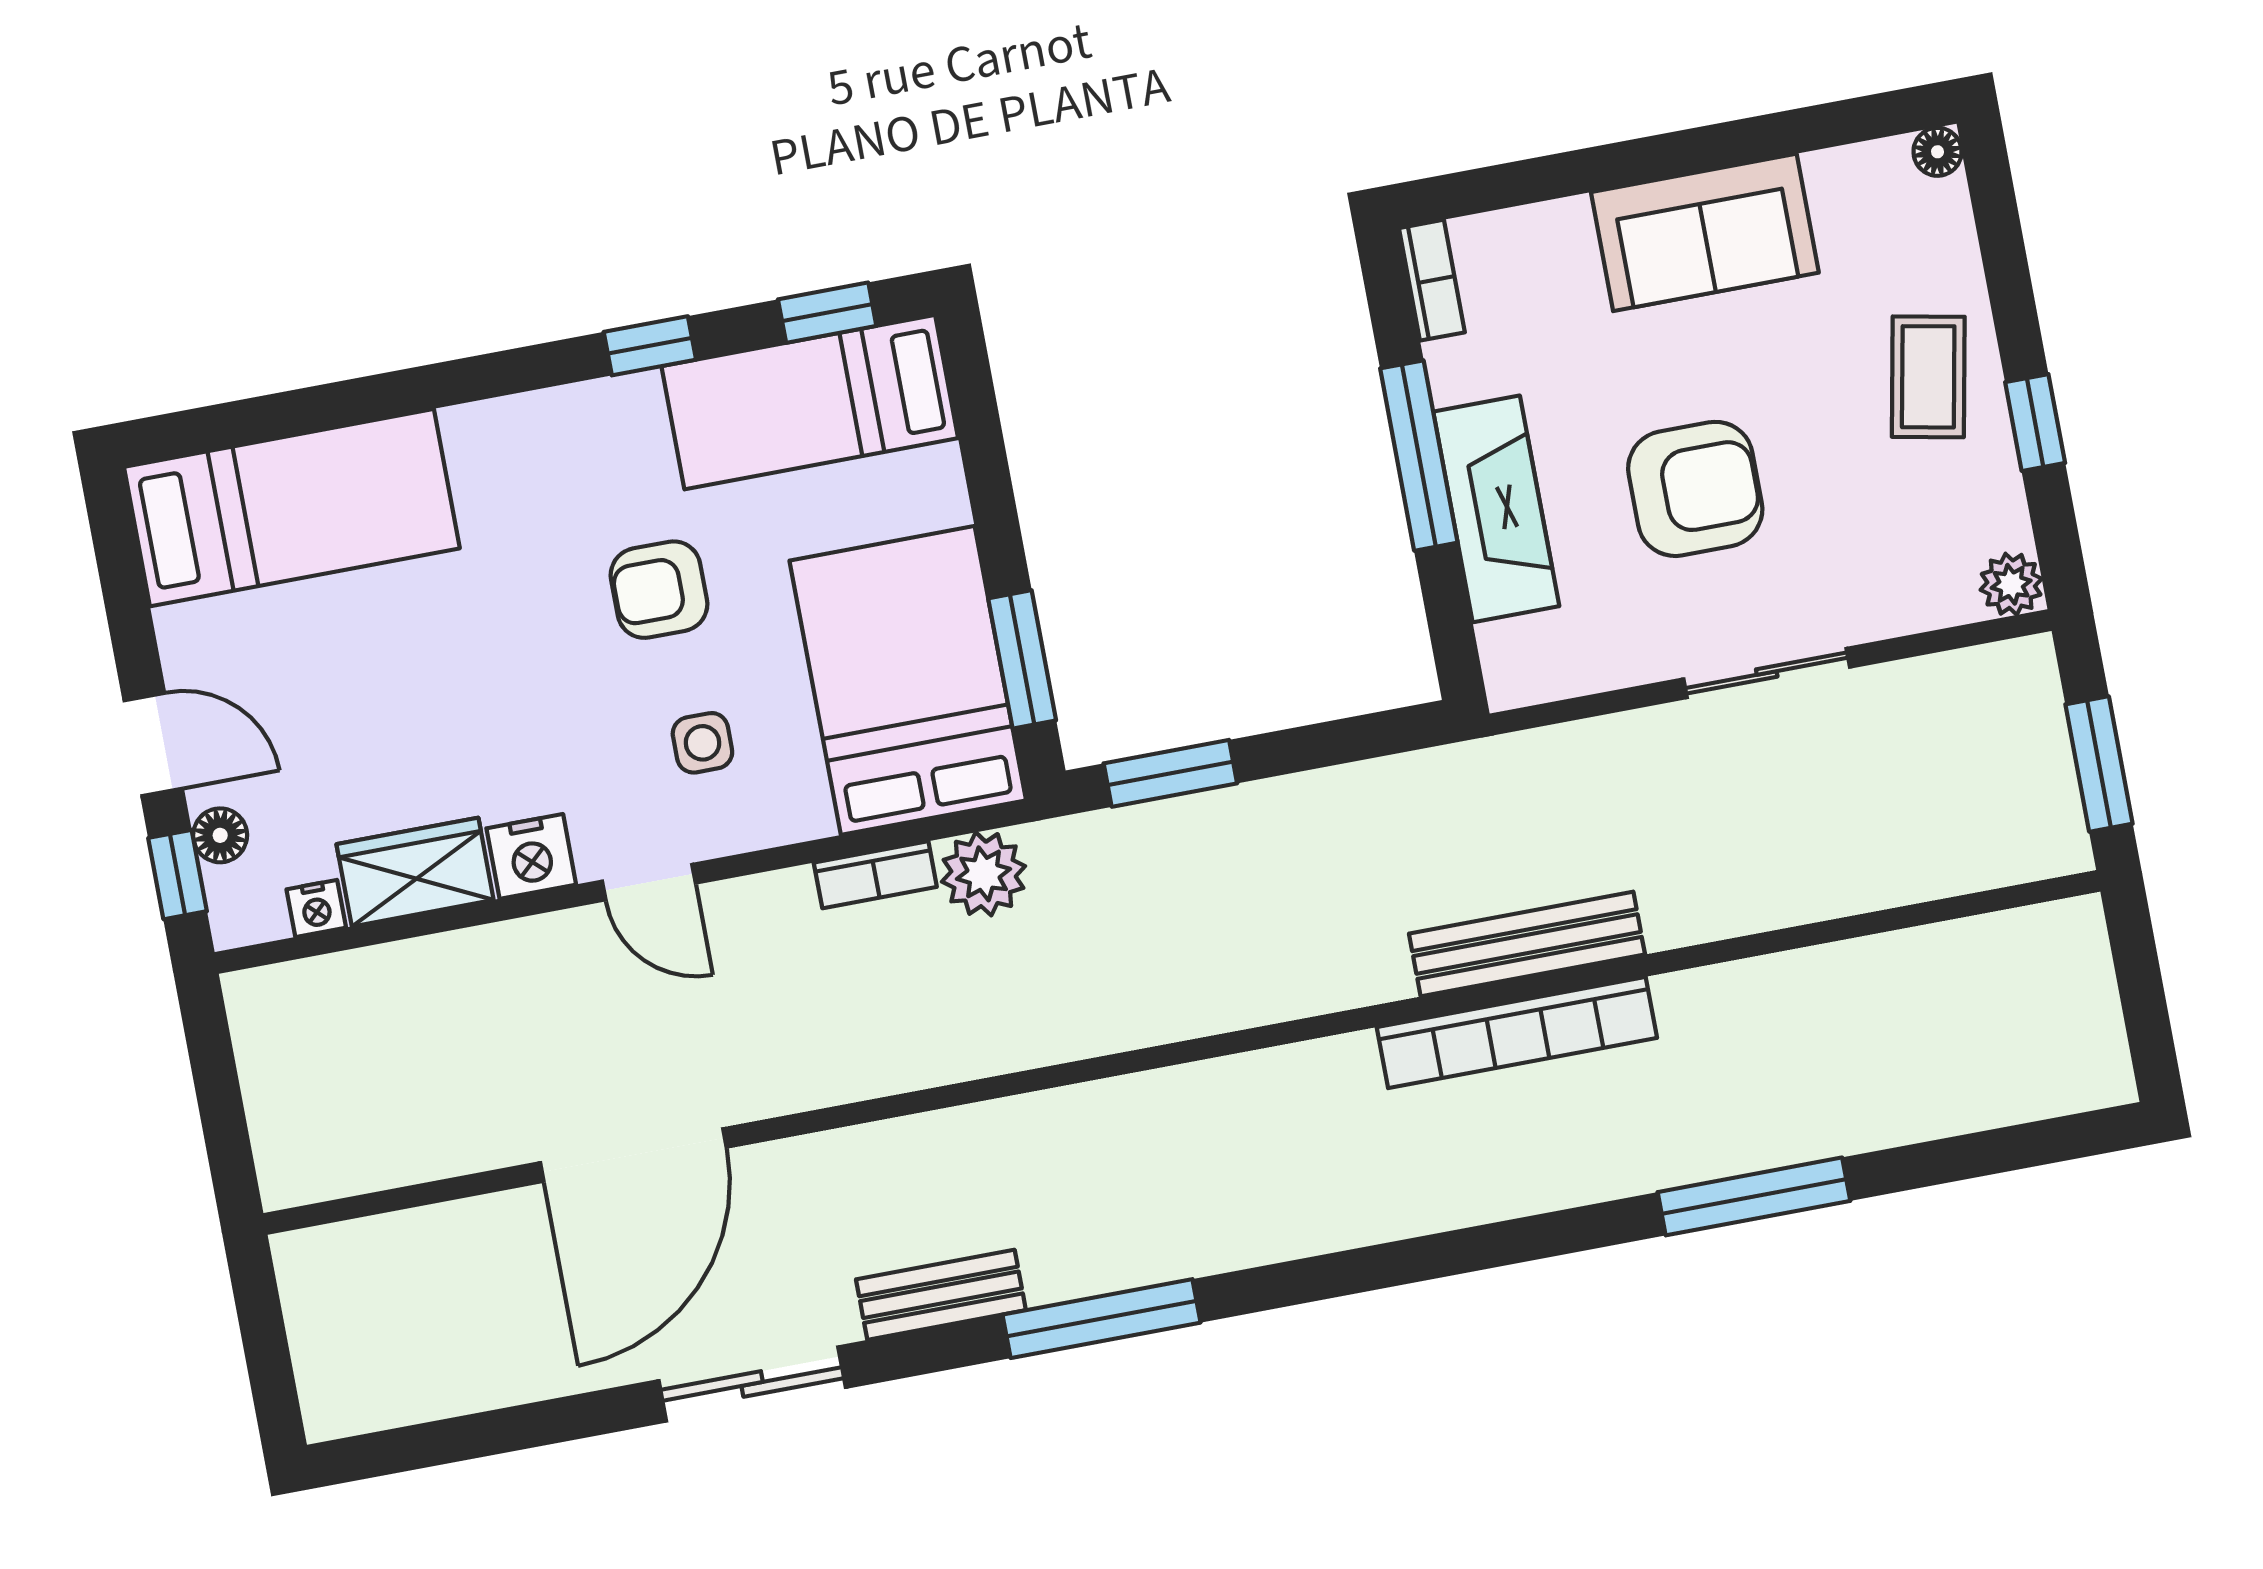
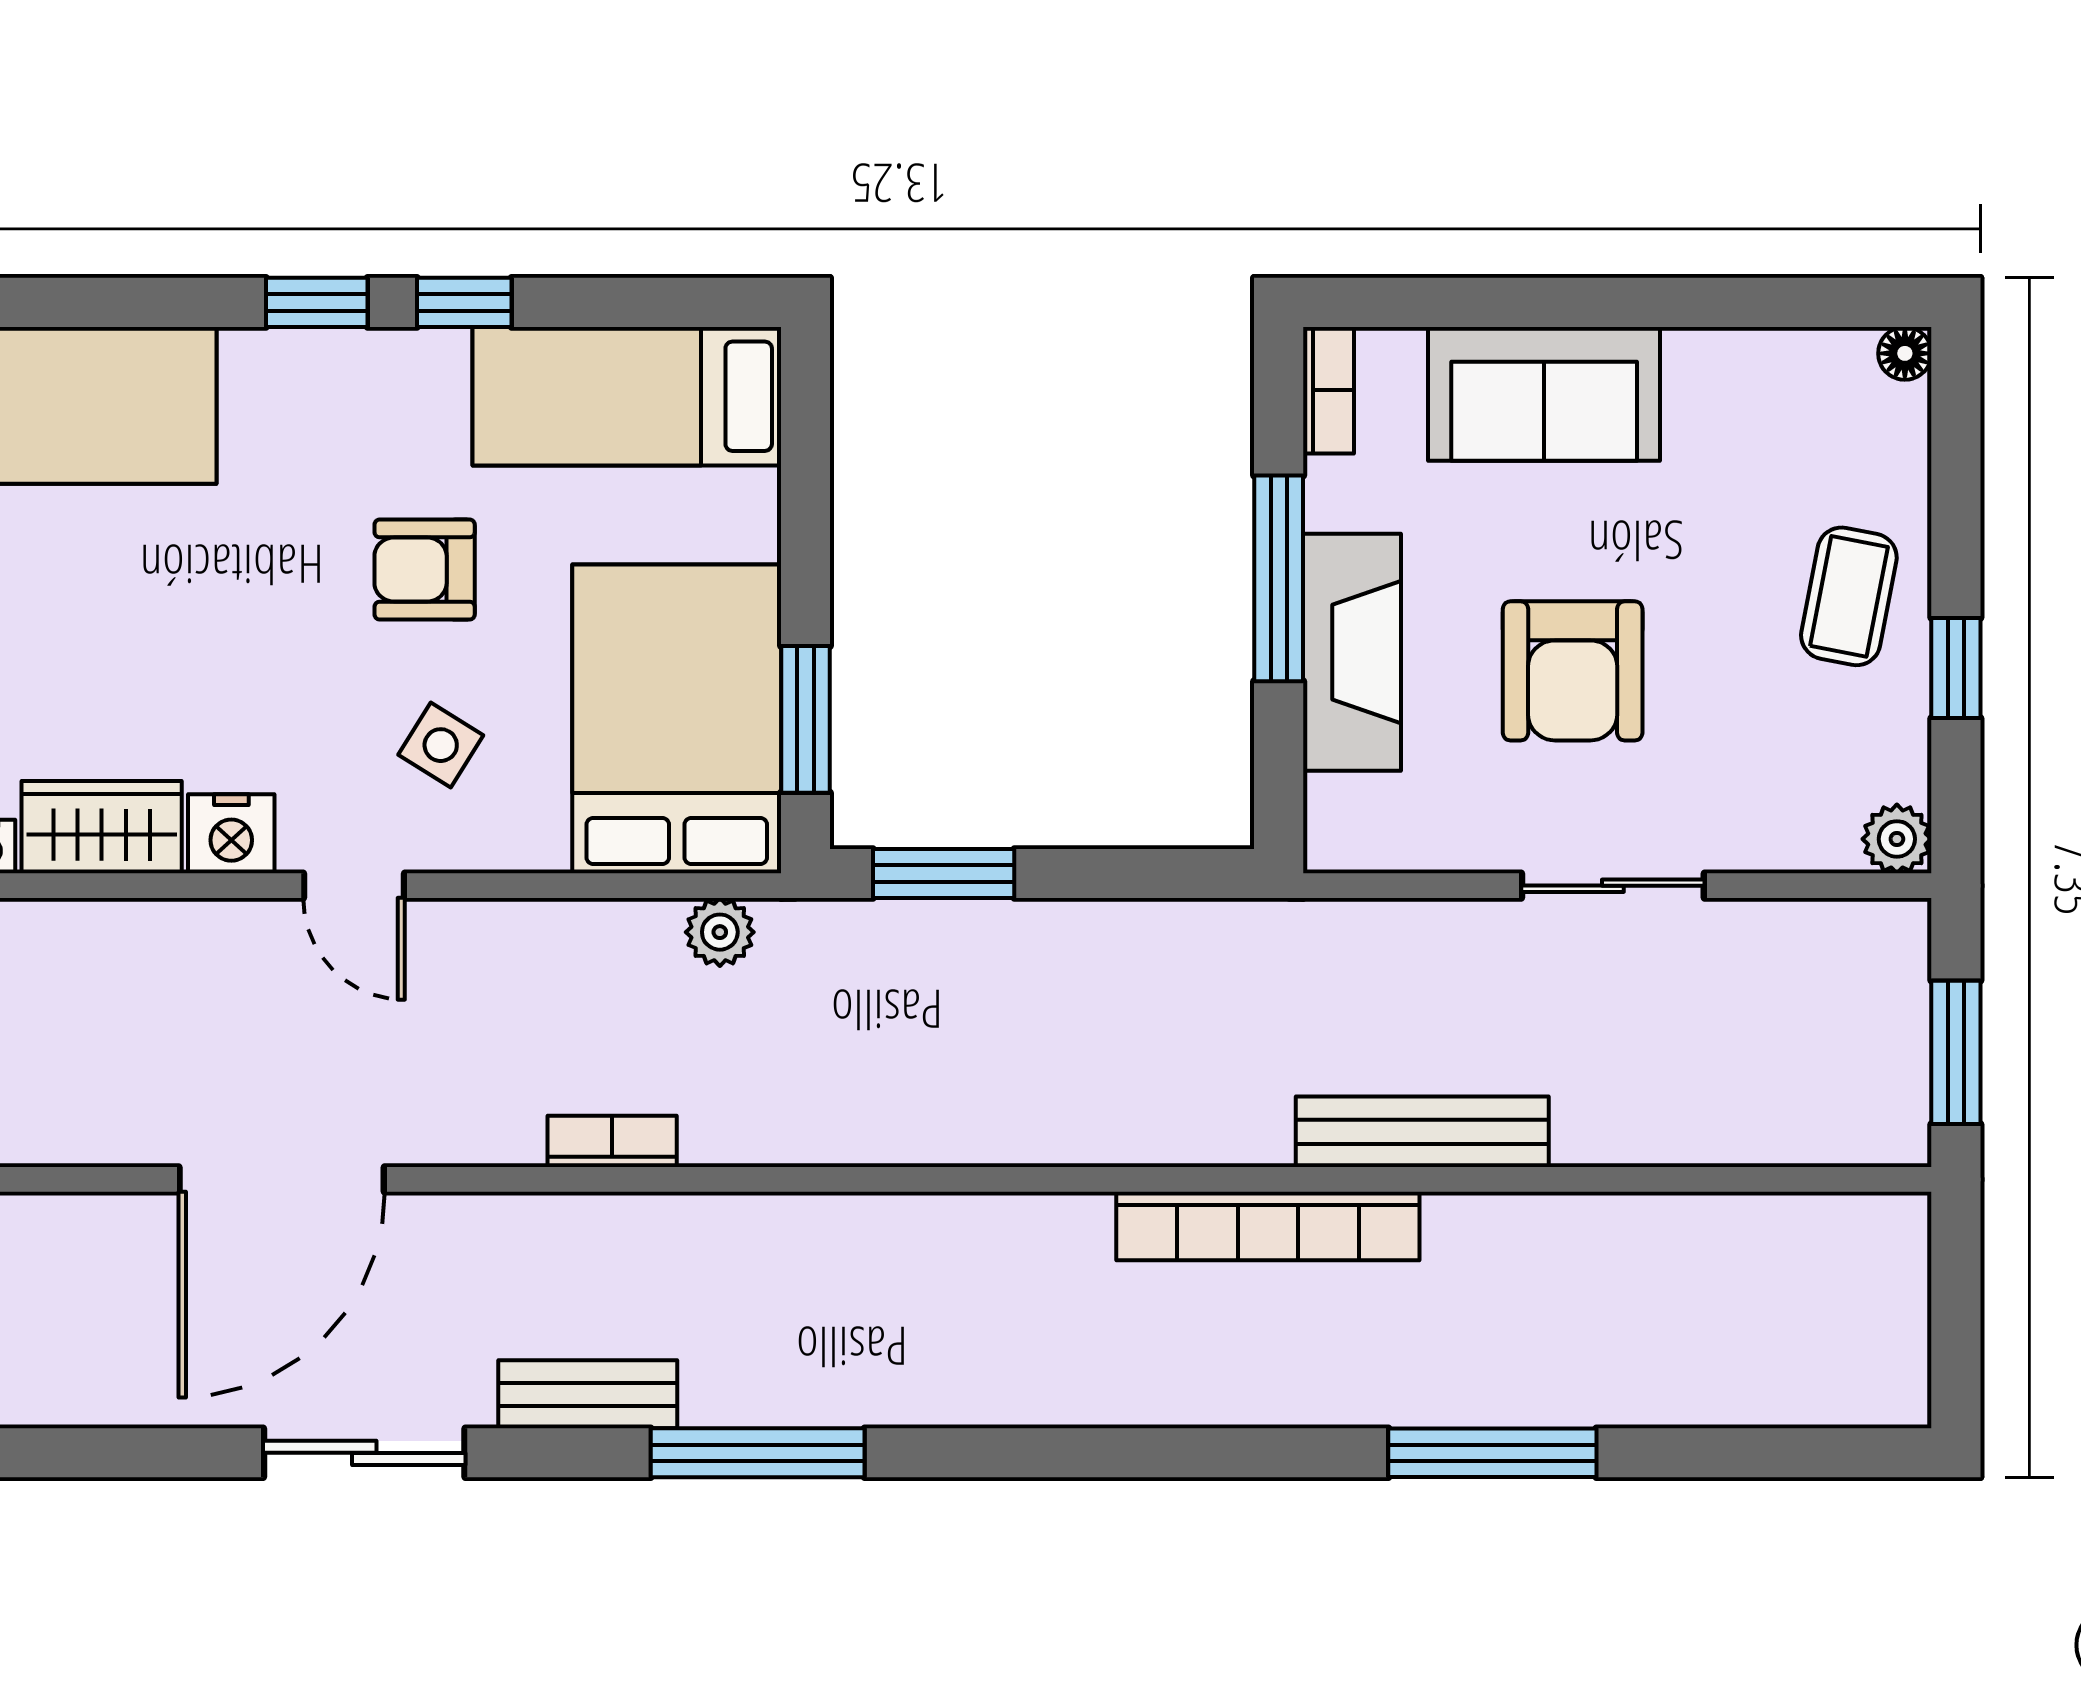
sofa: (1705, 232) -> (1544, 394), moved
window: (827, 313) -> (317, 302), moved
armchair: (1695, 489) -> (1573, 671), turned 90
side table: (702, 743) -> (441, 745), turned 32
plant: (984, 874) -> (720, 932), width x0.73, depth x0.73
bookcase: (875, 875) -> (612, 1141), moved, turned 180
bench: (1527, 944) -> (1422, 1132), moved

